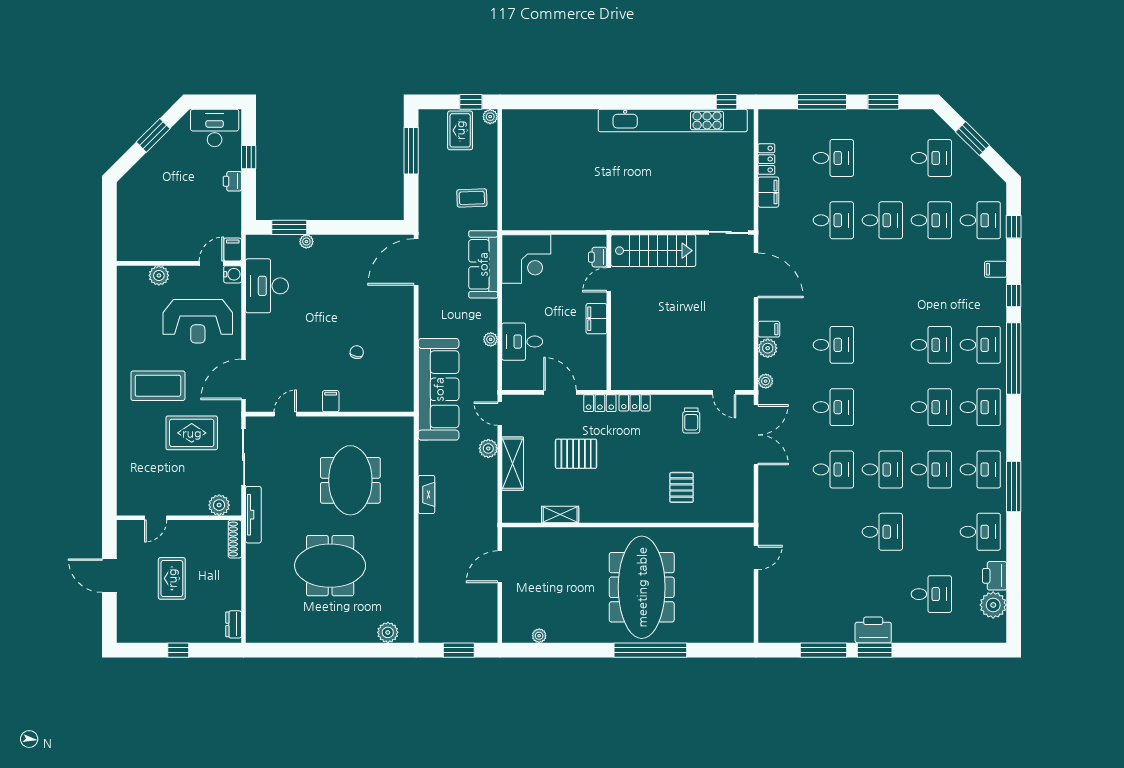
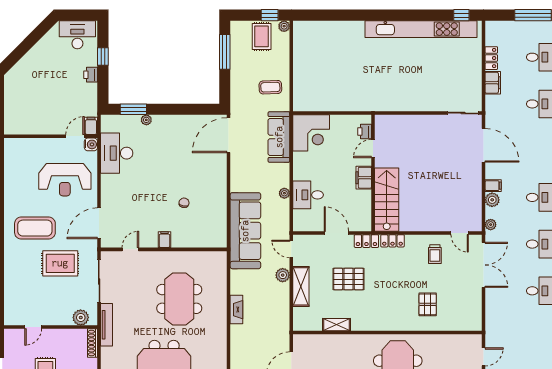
window: (153, 135) -> (31, 40), removed
stairs: (653, 251) -> (387, 200), moved, turned -90
plant: (159, 275) -> (36, 145), removed

